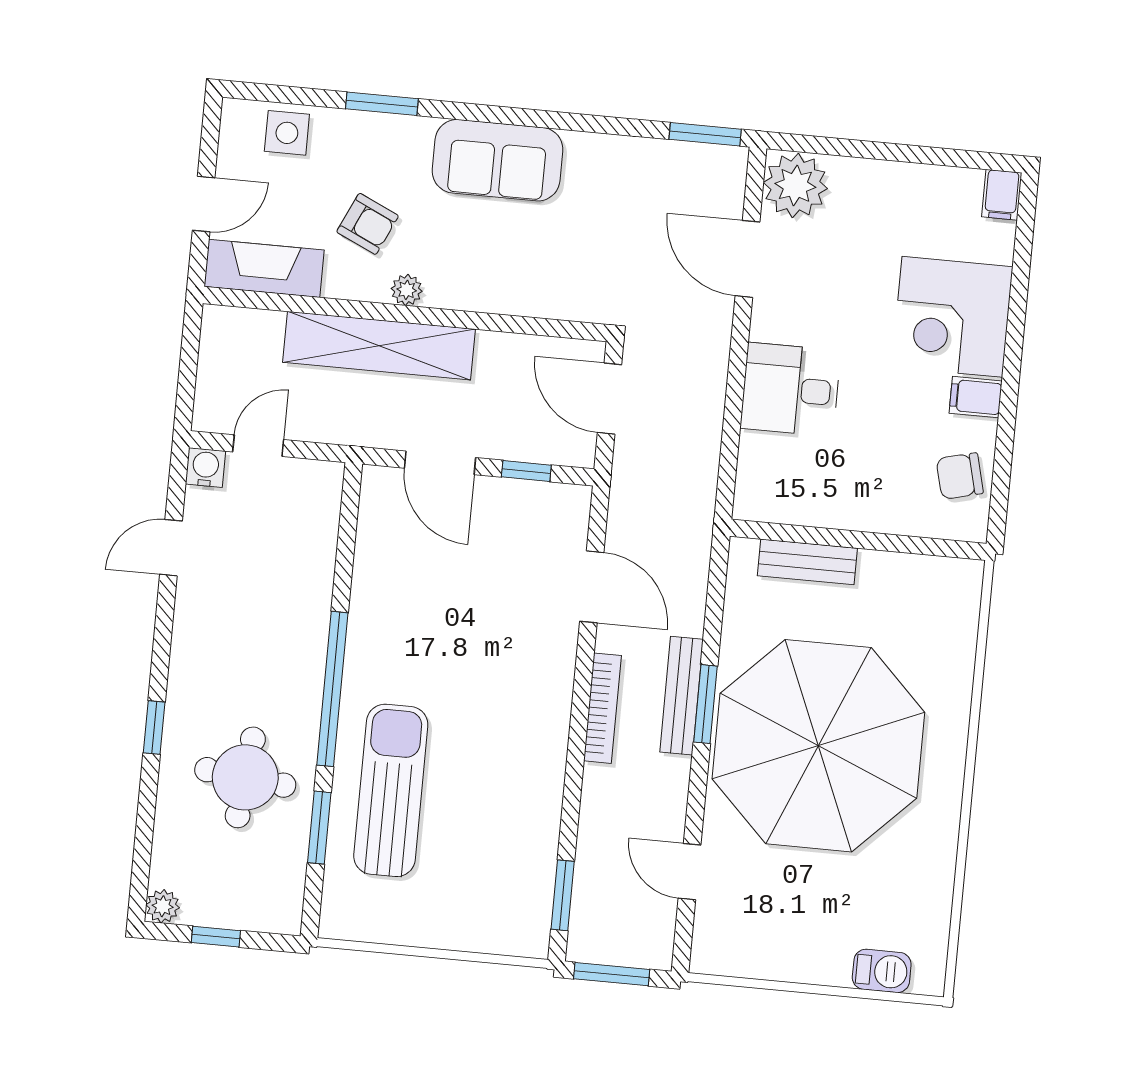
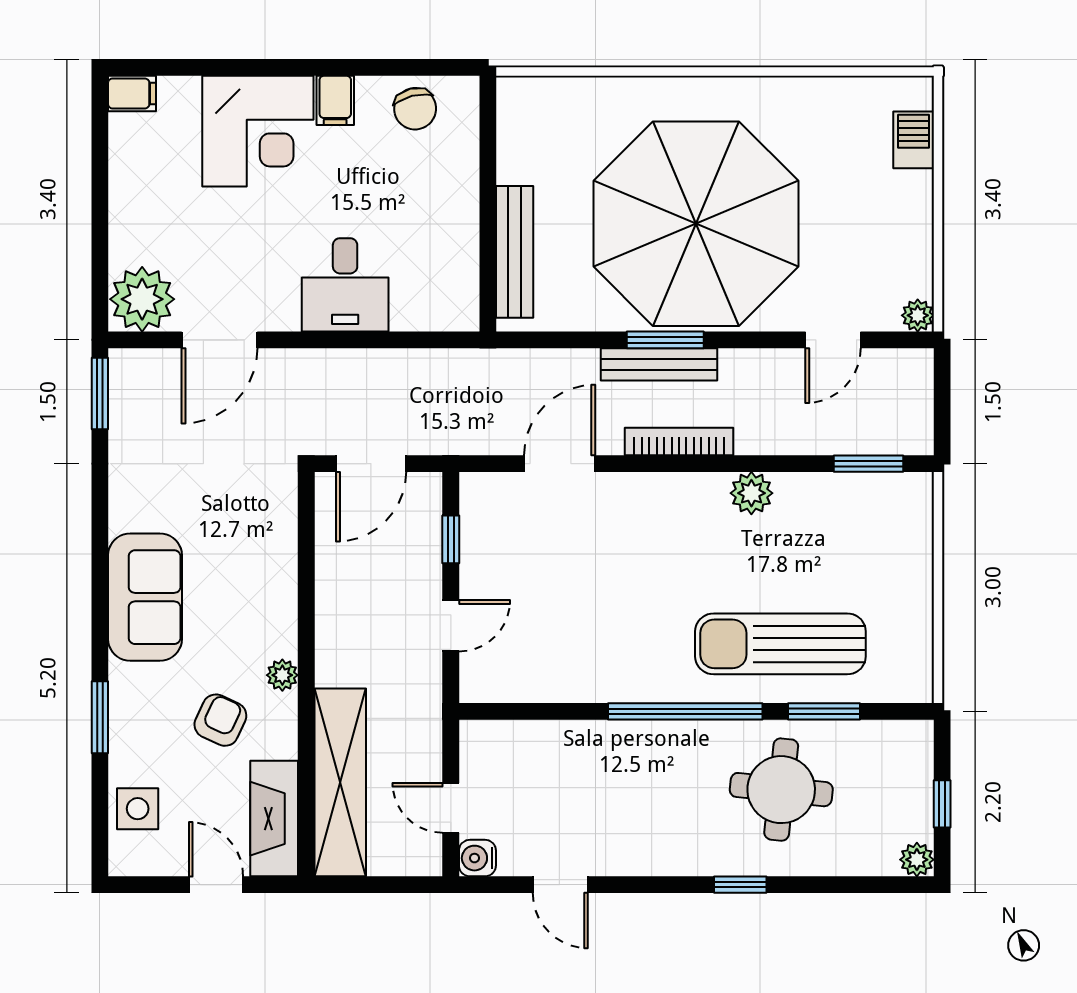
shelving: (379, 346) -> (340, 782), moved
door: (440, 463) -> (451, 626), width x0.73
bench: (807, 562) -> (515, 252), width x1.36
plant: (544, 776) -> (751, 493), added
plant: (706, 958) -> (918, 315), added
window: (612, 974) -> (942, 408), removed

